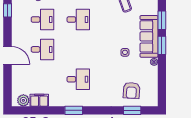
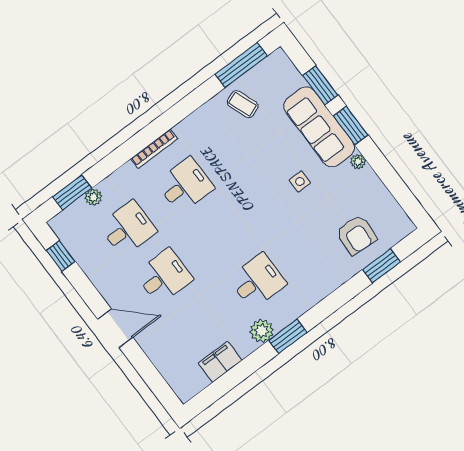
plant: (23, 100) -> (262, 331), moved

